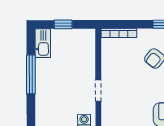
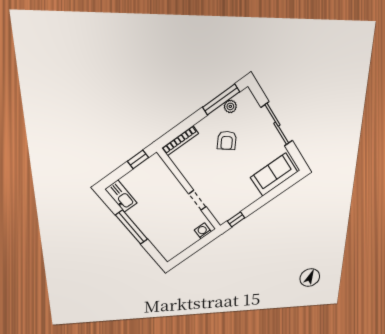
window: (63, 24) -> (138, 159), moved

